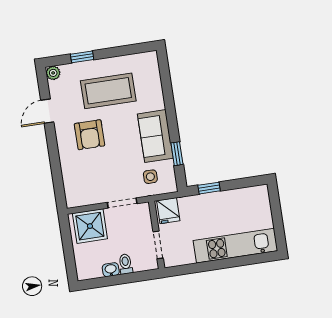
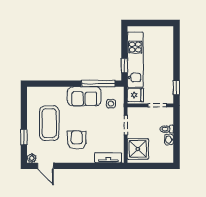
door: (47, 111) -> (46, 166), moved
armchair: (89, 135) -> (77, 140), turned -90
window: (177, 154) -> (98, 84), width x2.17
tv unit: (71, 185) -> (108, 158), added
kitchen unit: (235, 246) -> (135, 60), moved, turned 180
window: (189, 269) -> (176, 87), added

